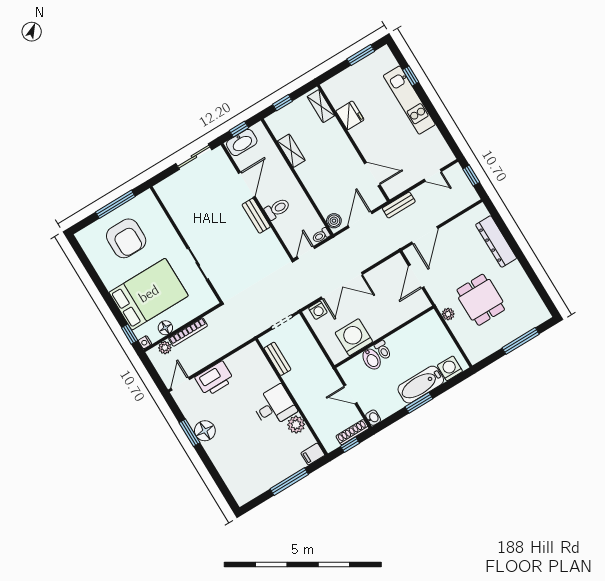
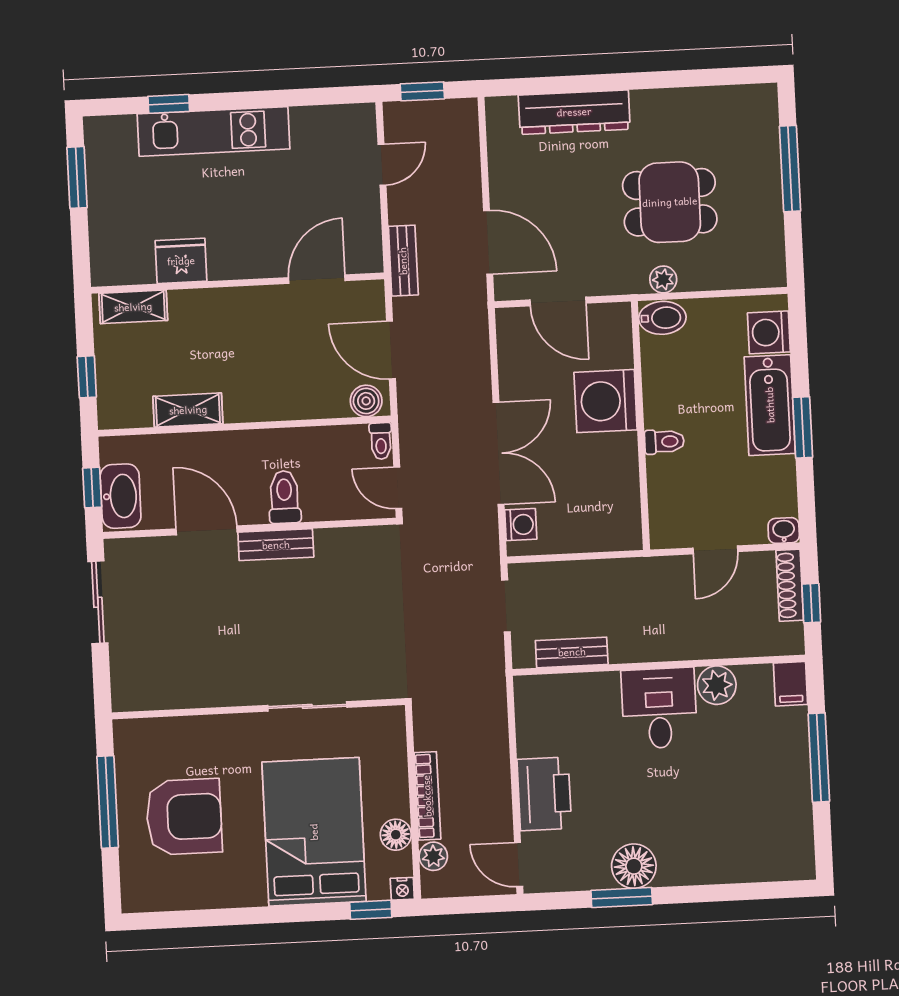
washing machine: (354, 337) -> (606, 401), moved
bidet: (372, 359) -> (662, 318), moved

